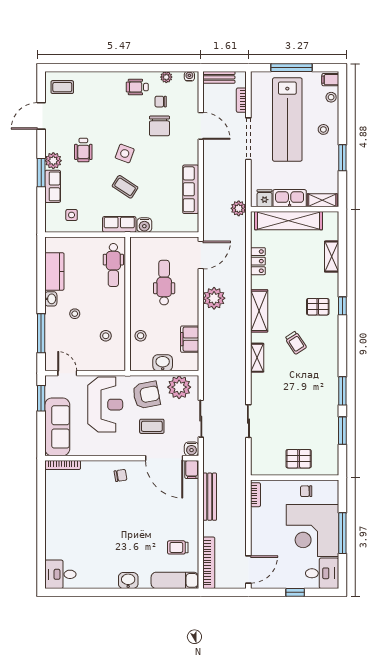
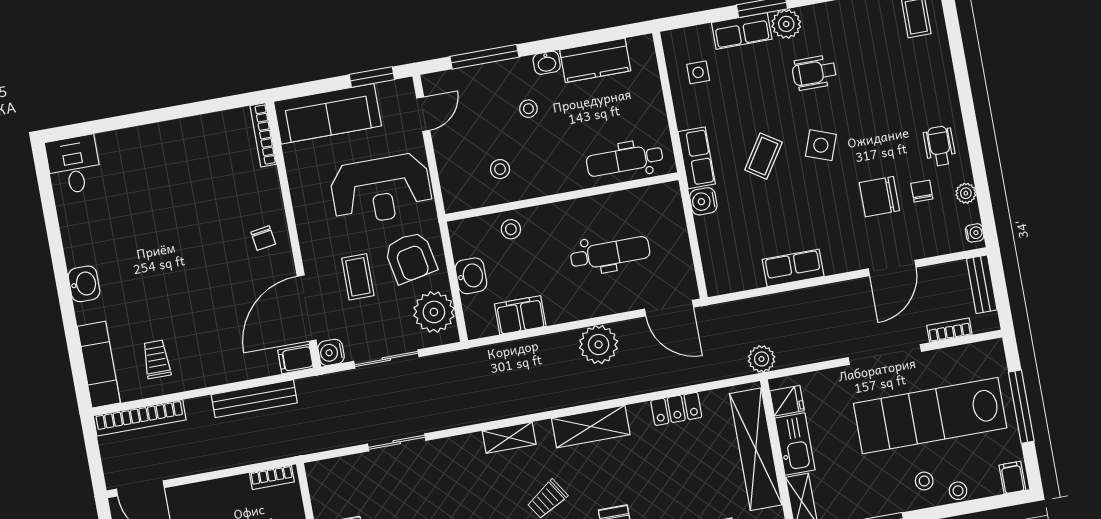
stool: (331, 97) -> (958, 491), moved
row of seats: (191, 189) -> (793, 268), width x0.68

